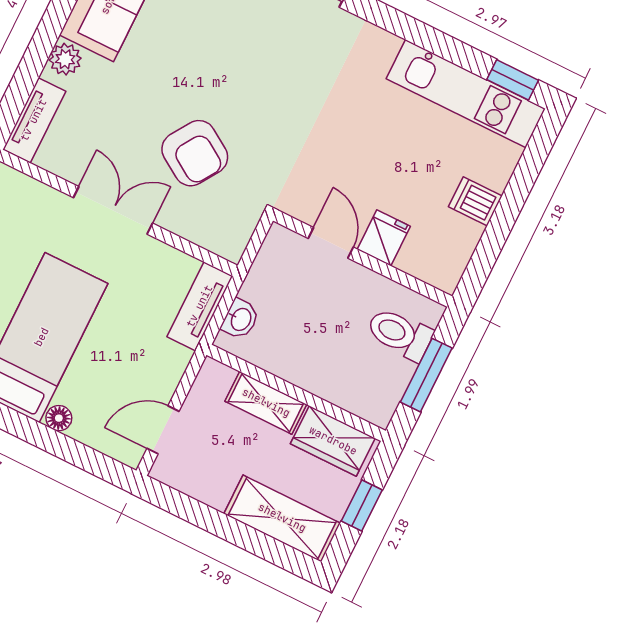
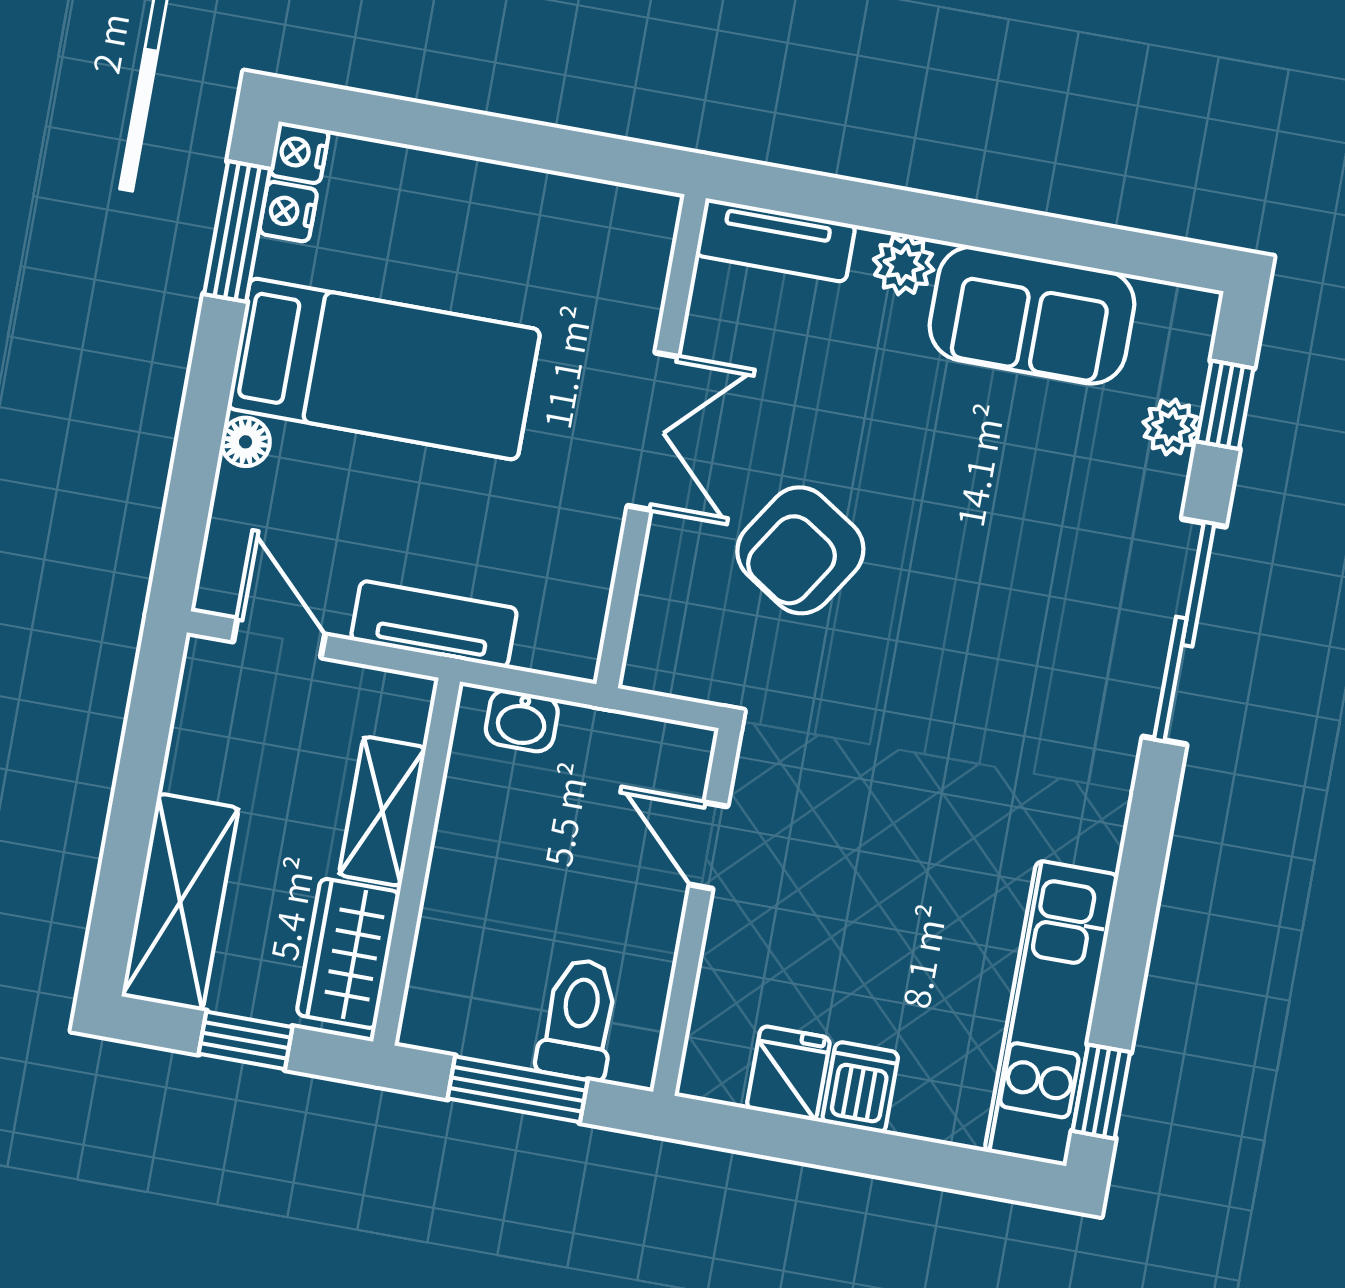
fridge: (384, 238) -> (788, 1073), moved, turned -90
door: (331, 243) -> (708, 846), swing flipped
tv unit: (200, 306) -> (434, 624), moved

